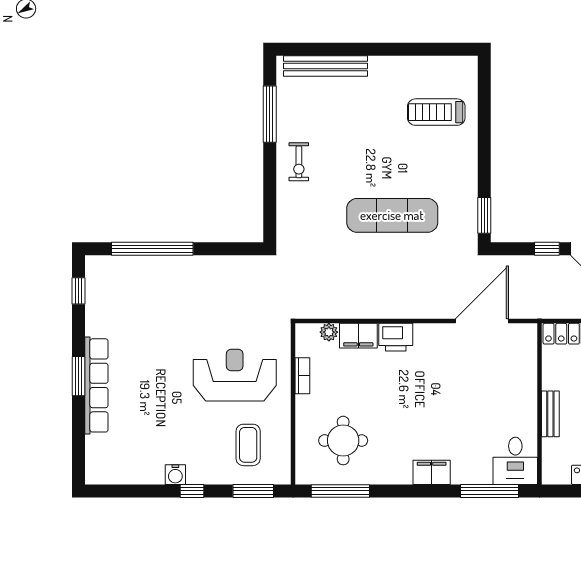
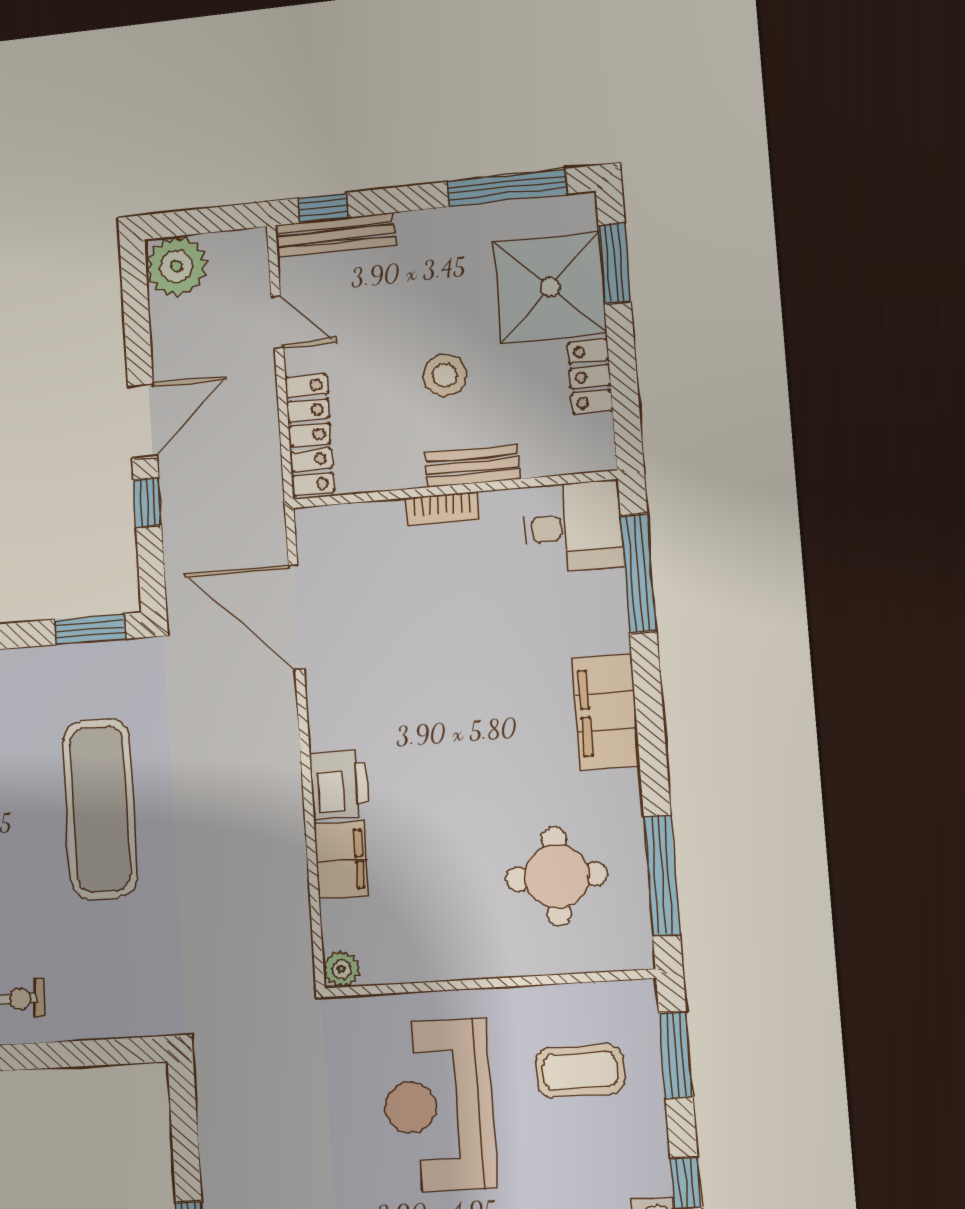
plant: (329, 332) -> (341, 969), moved
bookcase: (302, 376) -> (442, 509), moved, turned 180
filing cabinet: (432, 472) -> (606, 712), width x1.50, depth x1.17

